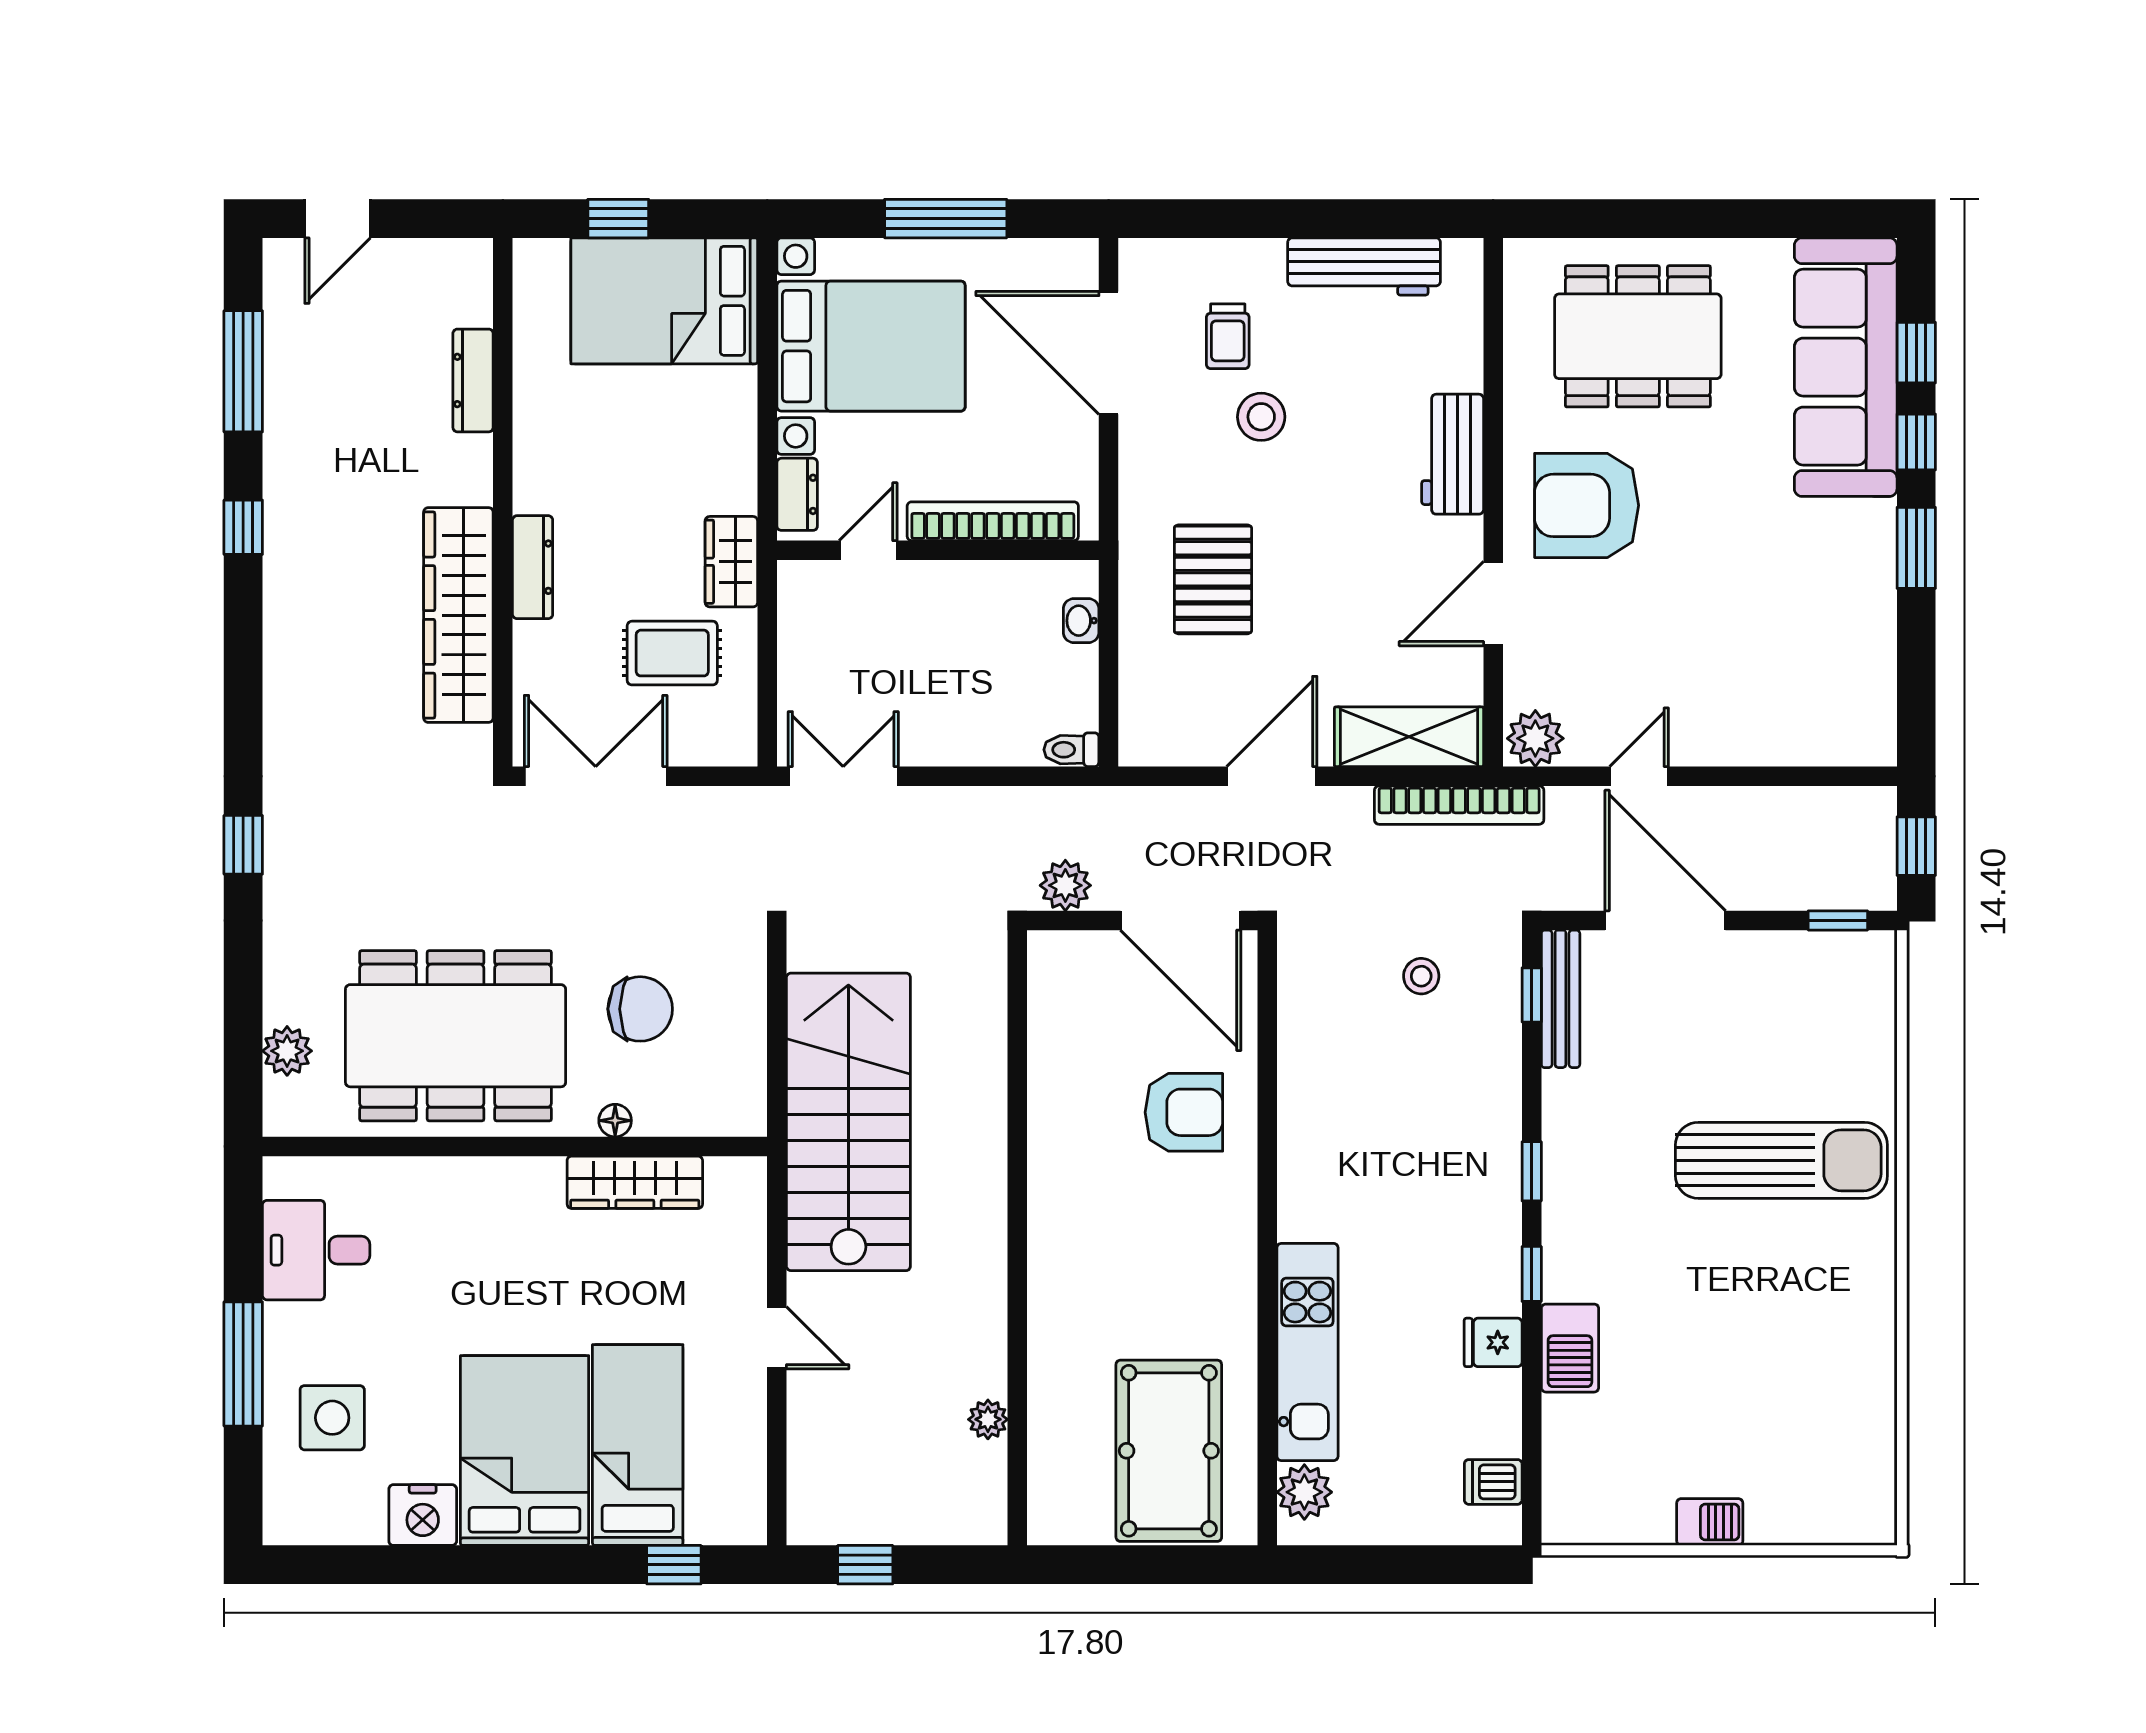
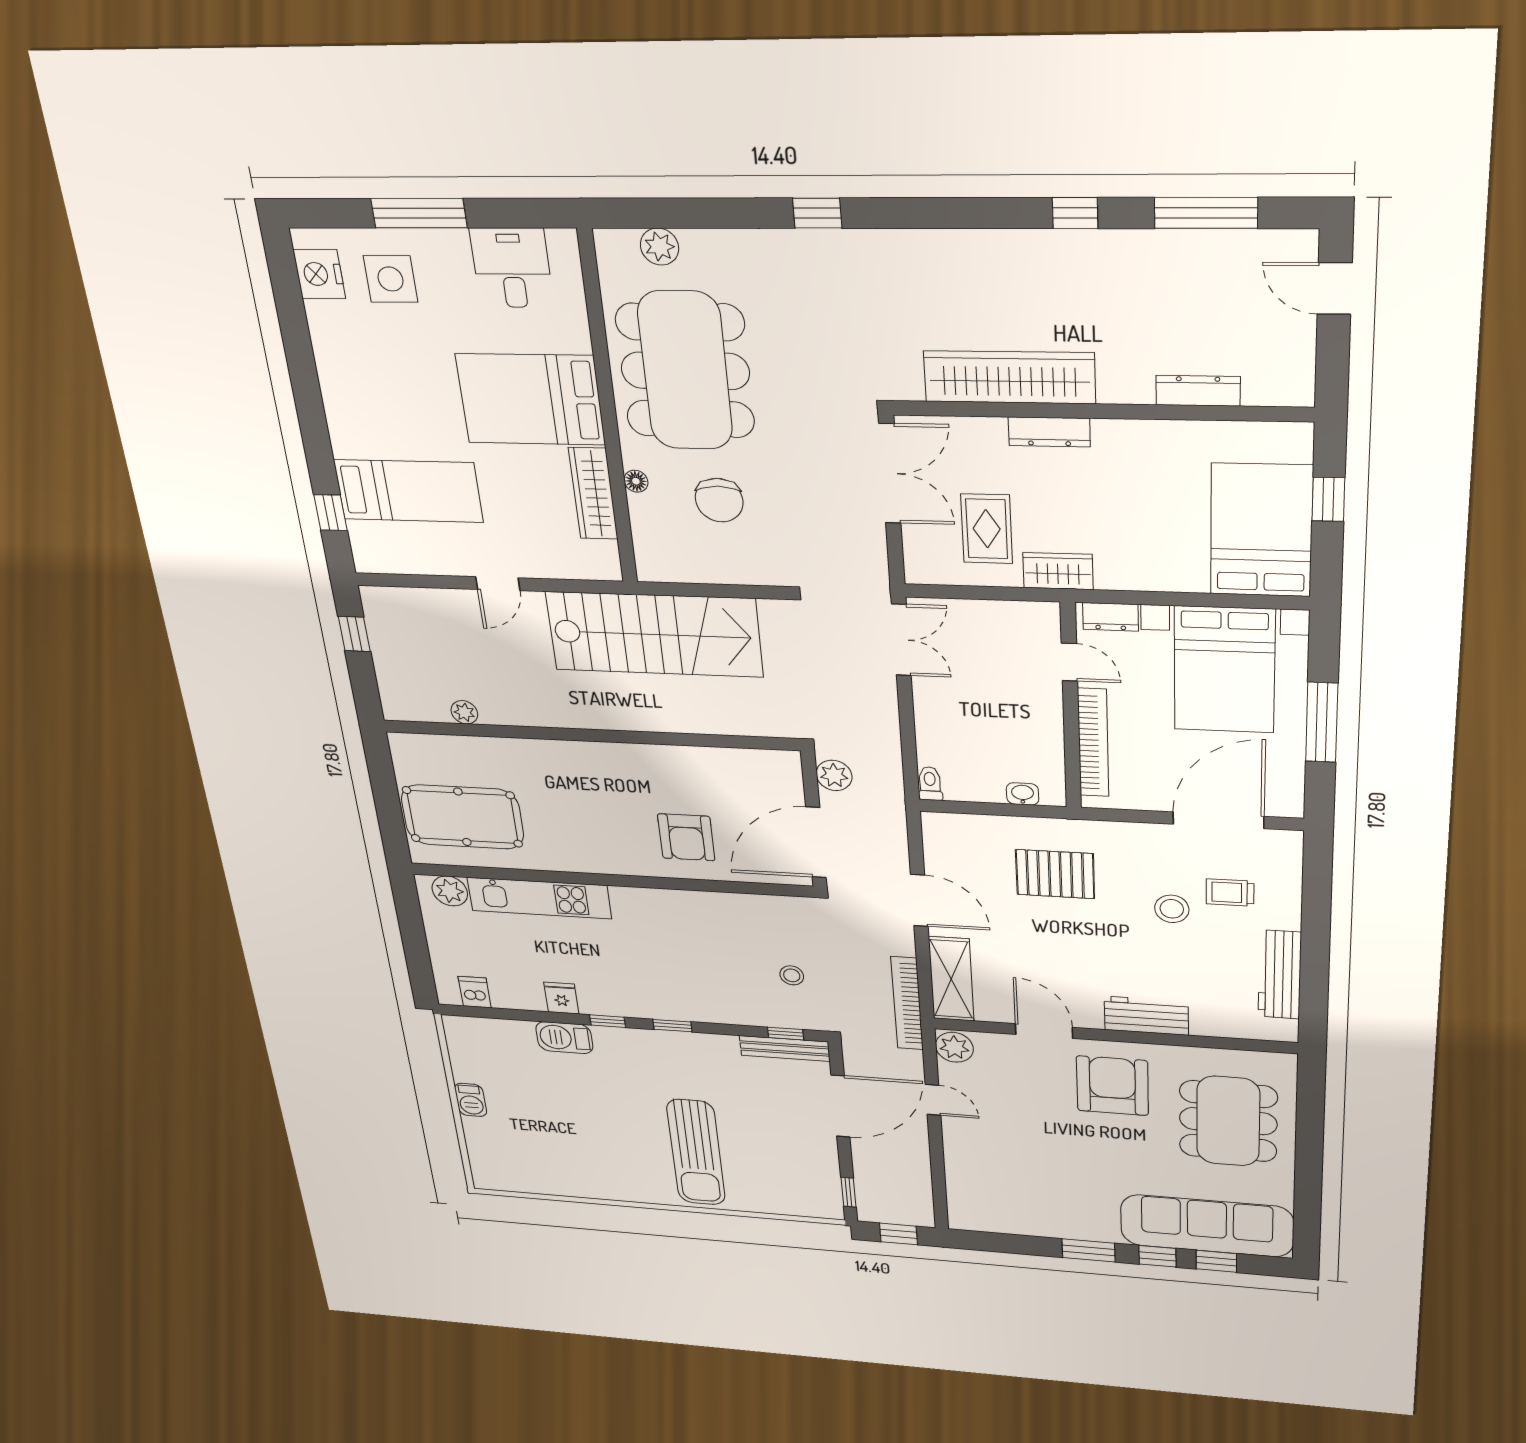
bed: (525, 1450) -> (531, 399), moved, turned 180
nightstand: (423, 1515) -> (319, 274), moved

